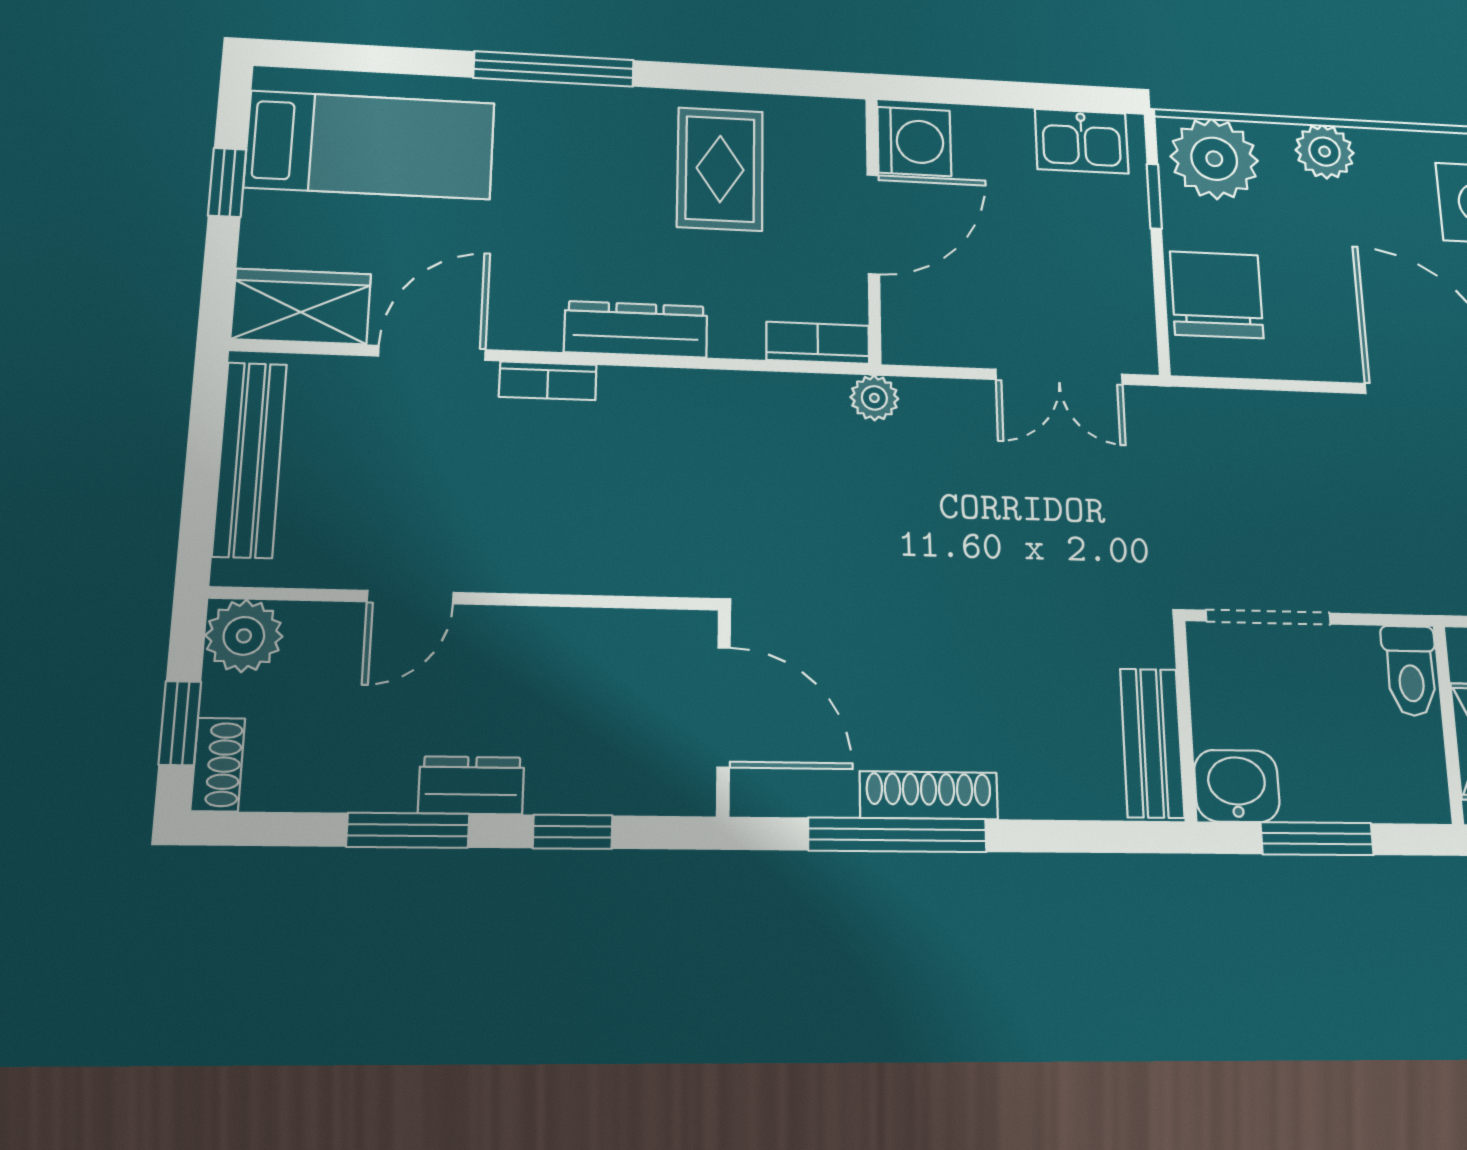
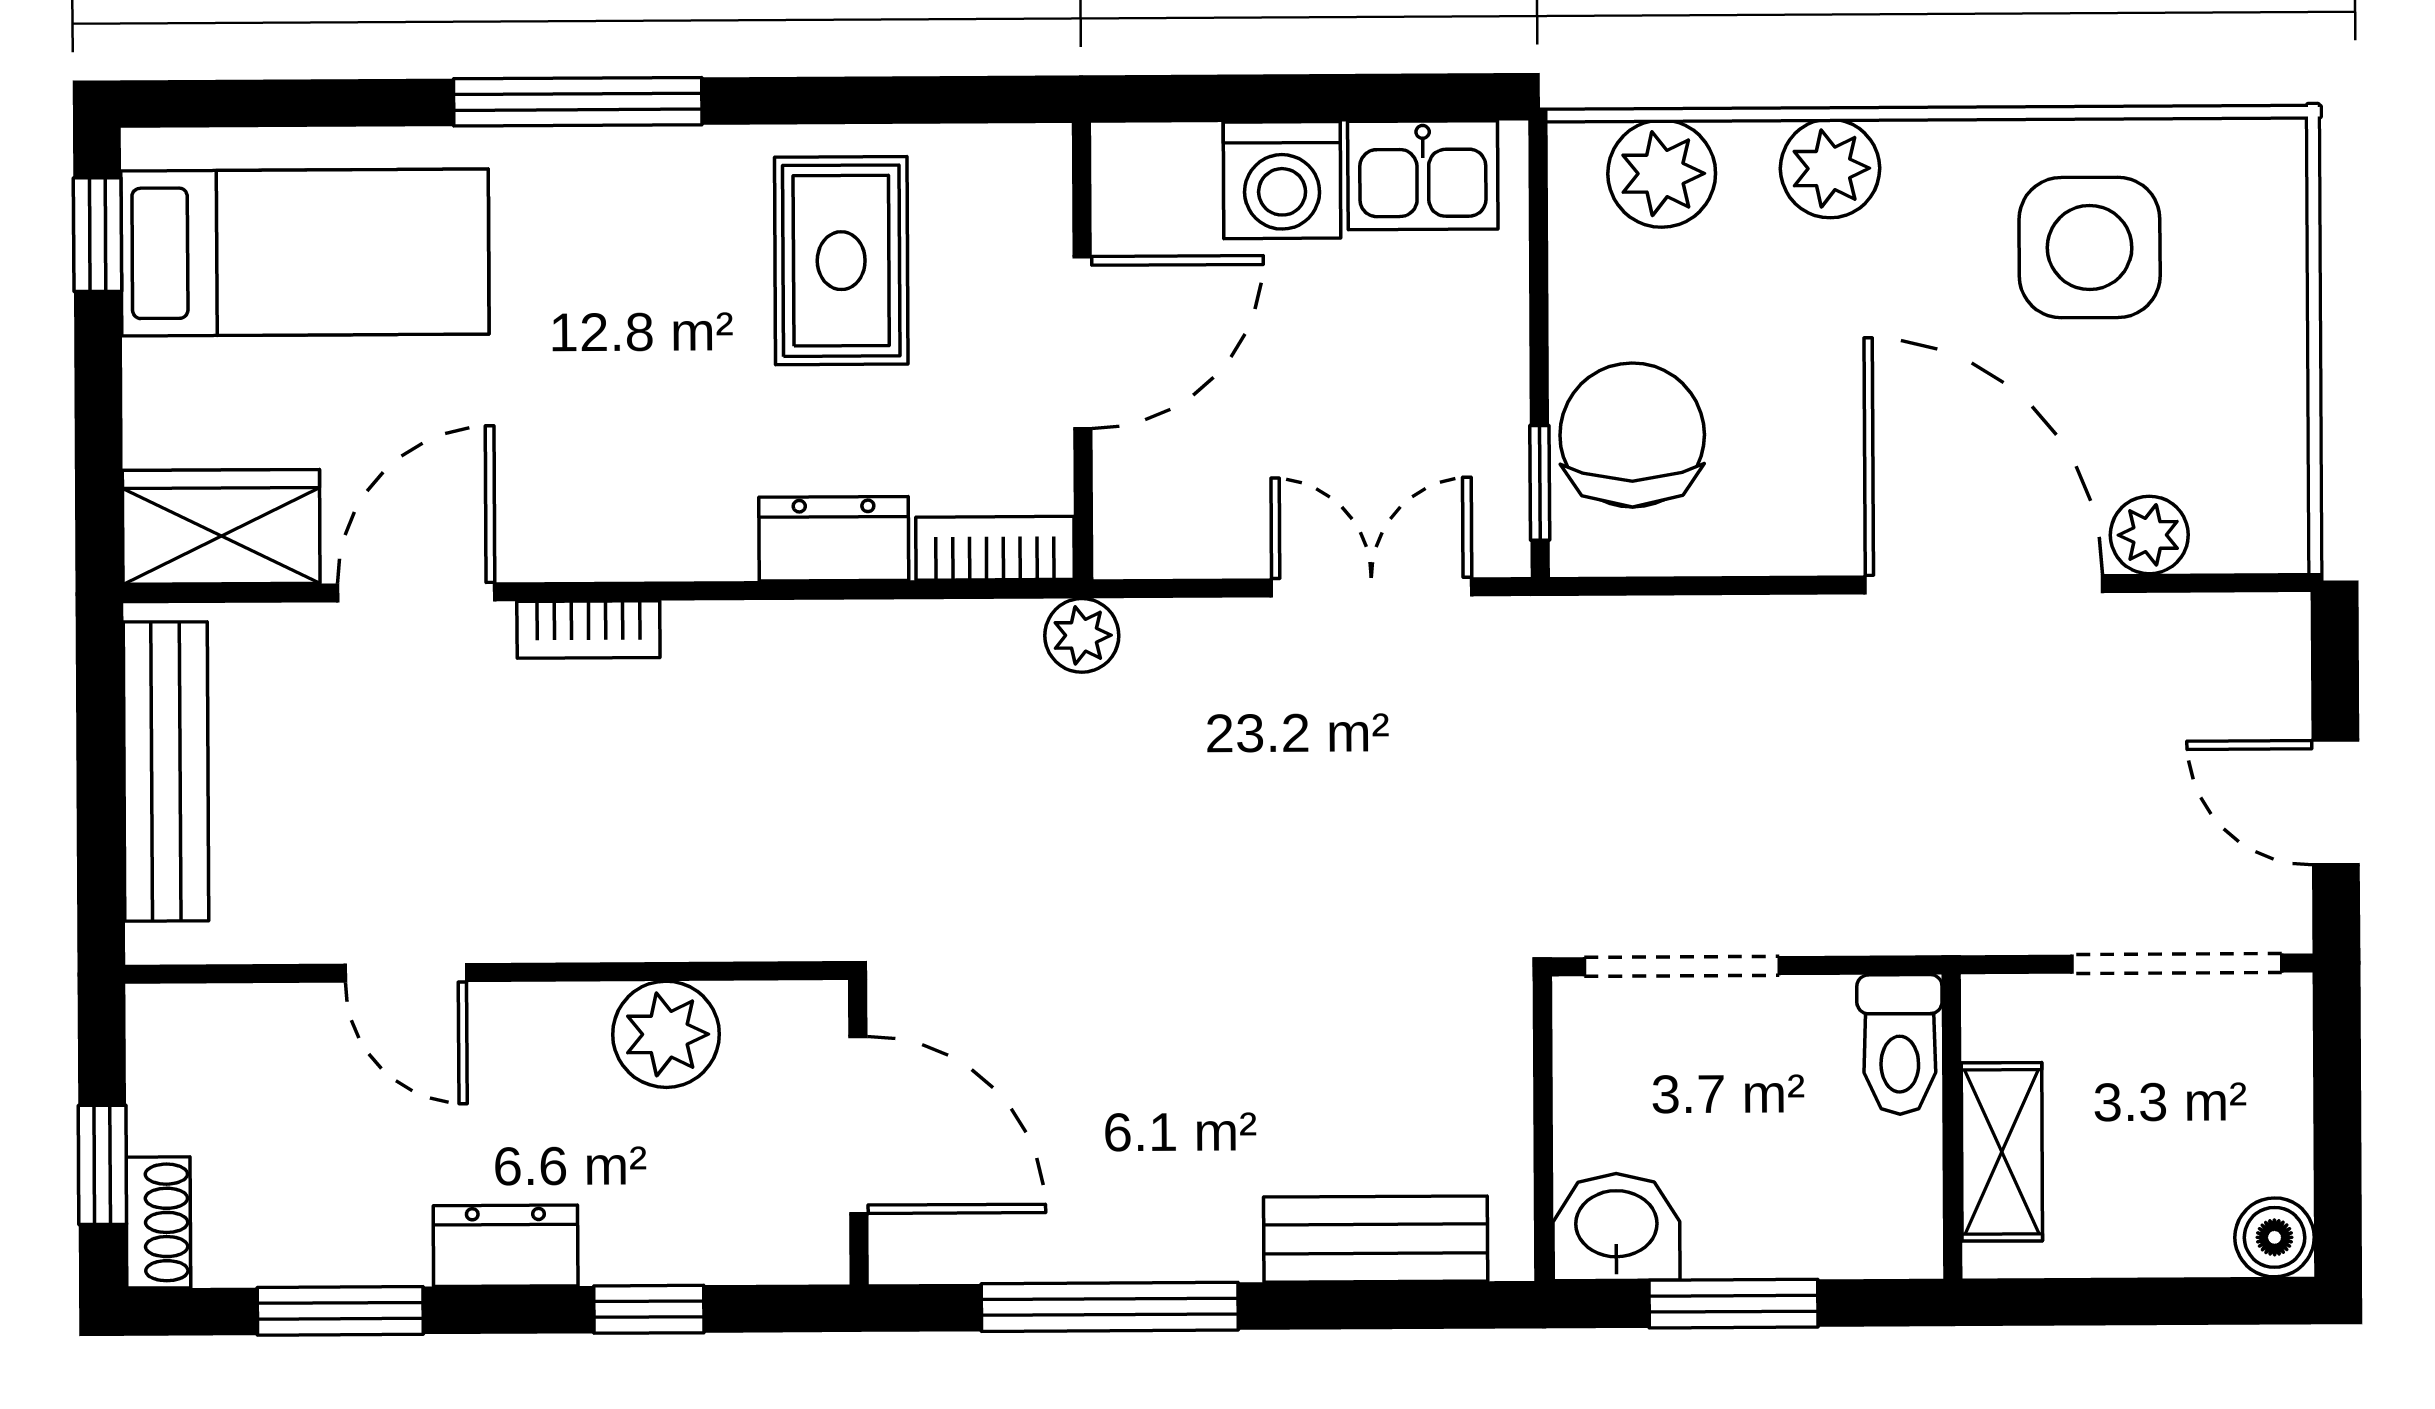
washing machine: (914, 142) -> (1282, 180), moved, turned 90
plant: (1214, 159) -> (1662, 174), width x0.73, depth x0.73
window: (227, 182) -> (97, 235), moved
window: (1154, 196) -> (1540, 483), moved
dresser: (636, 329) -> (834, 539), moved, width x0.70
double door: (1059, 377) -> (1372, 587), swing flipped
door: (410, 597) -> (406, 973), hinge flipped
plant: (244, 636) -> (666, 1034), moved
bench: (1152, 743) -> (1376, 1239), moved, turned 90
shoe rack: (929, 795) -> (1156, 1249), removed
window: (408, 830) -> (340, 1311), moved

